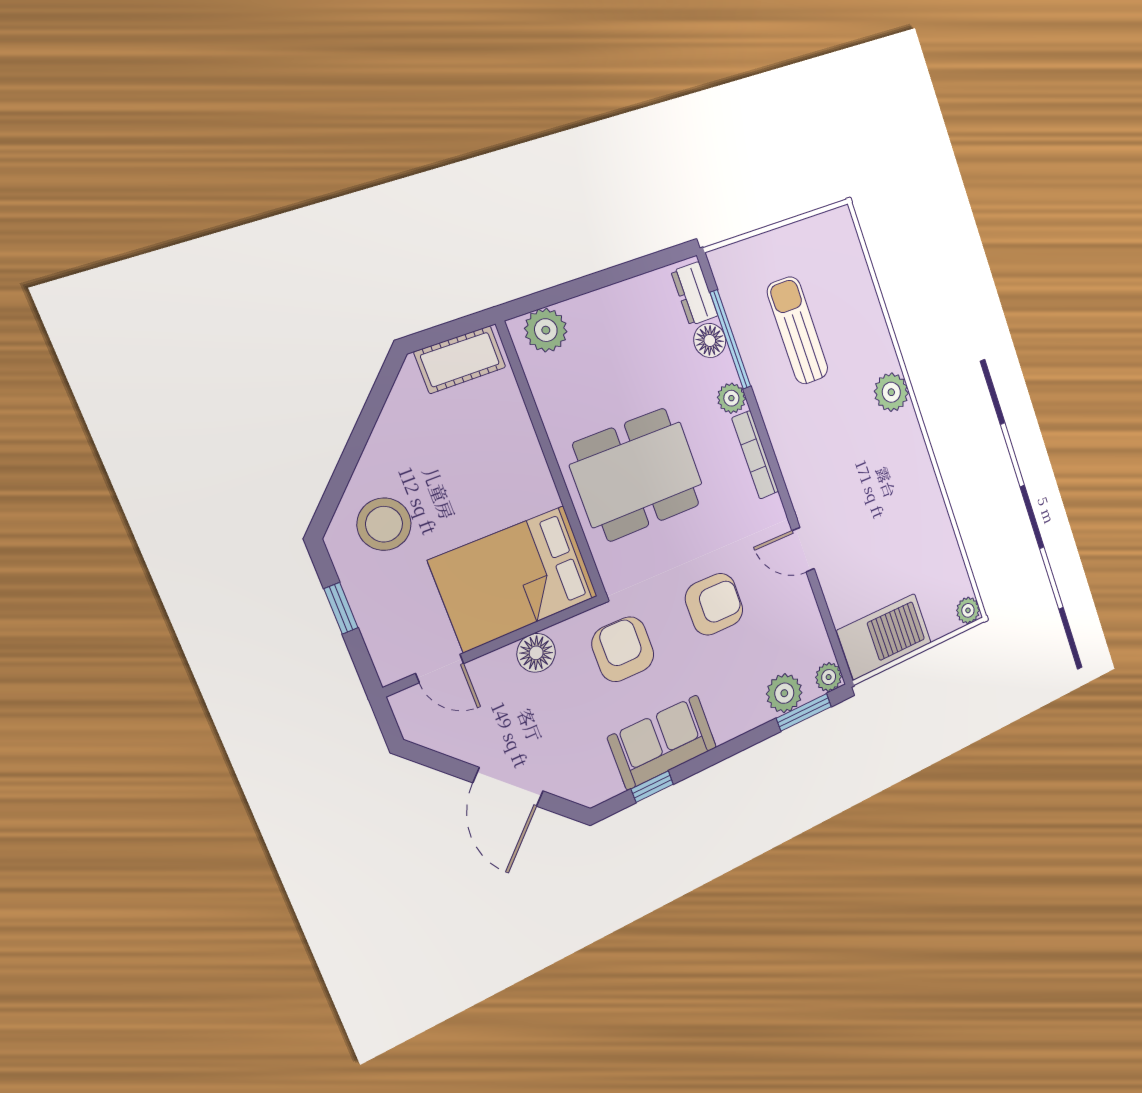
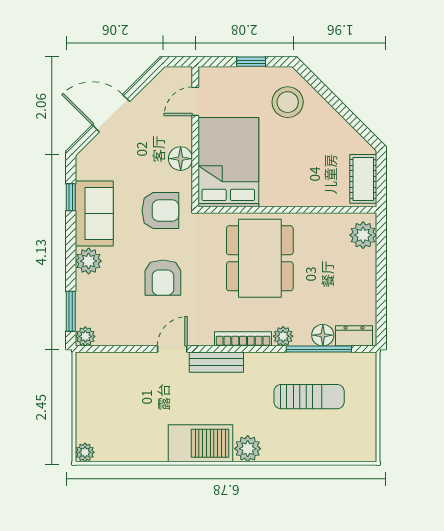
bench: (798, 480) -> (216, 362), added
barbecue: (884, 637) -> (200, 443), moved, turned -90
plant: (784, 693) -> (89, 261), moved

